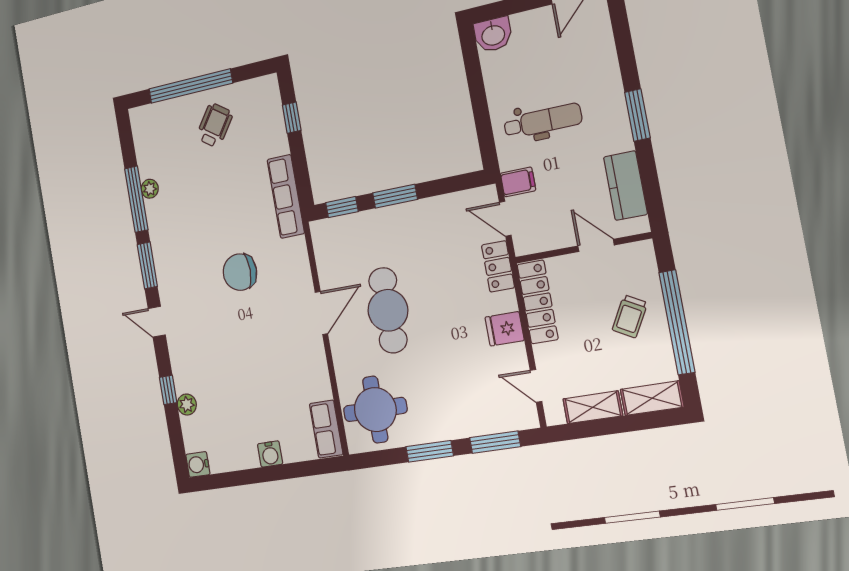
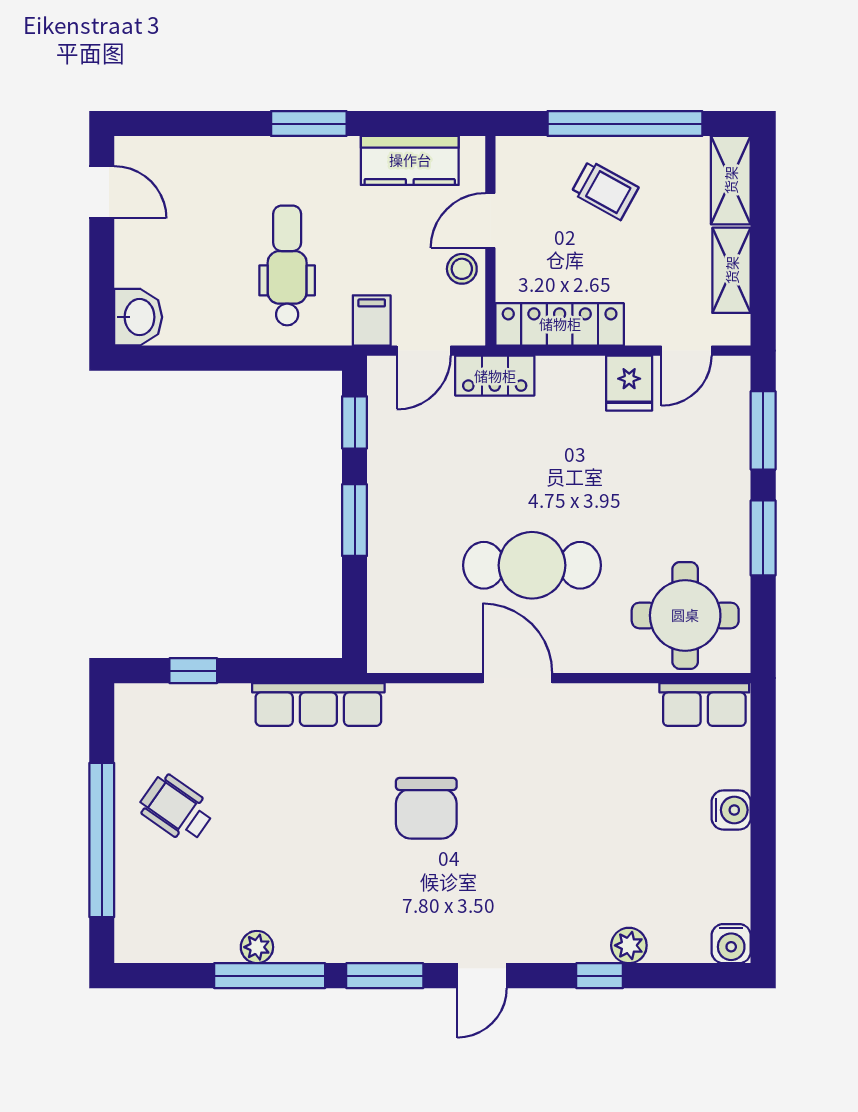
window: (342, 207) -> (355, 422), moved
stool: (561, 233) -> (462, 269), added
fridge: (505, 329) -> (629, 383), moved

